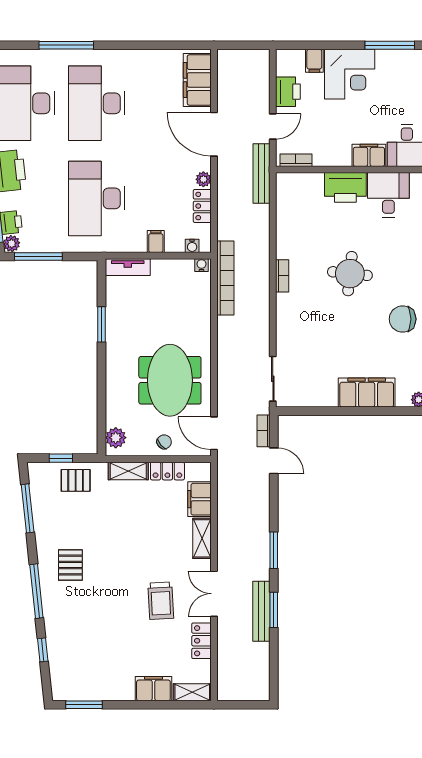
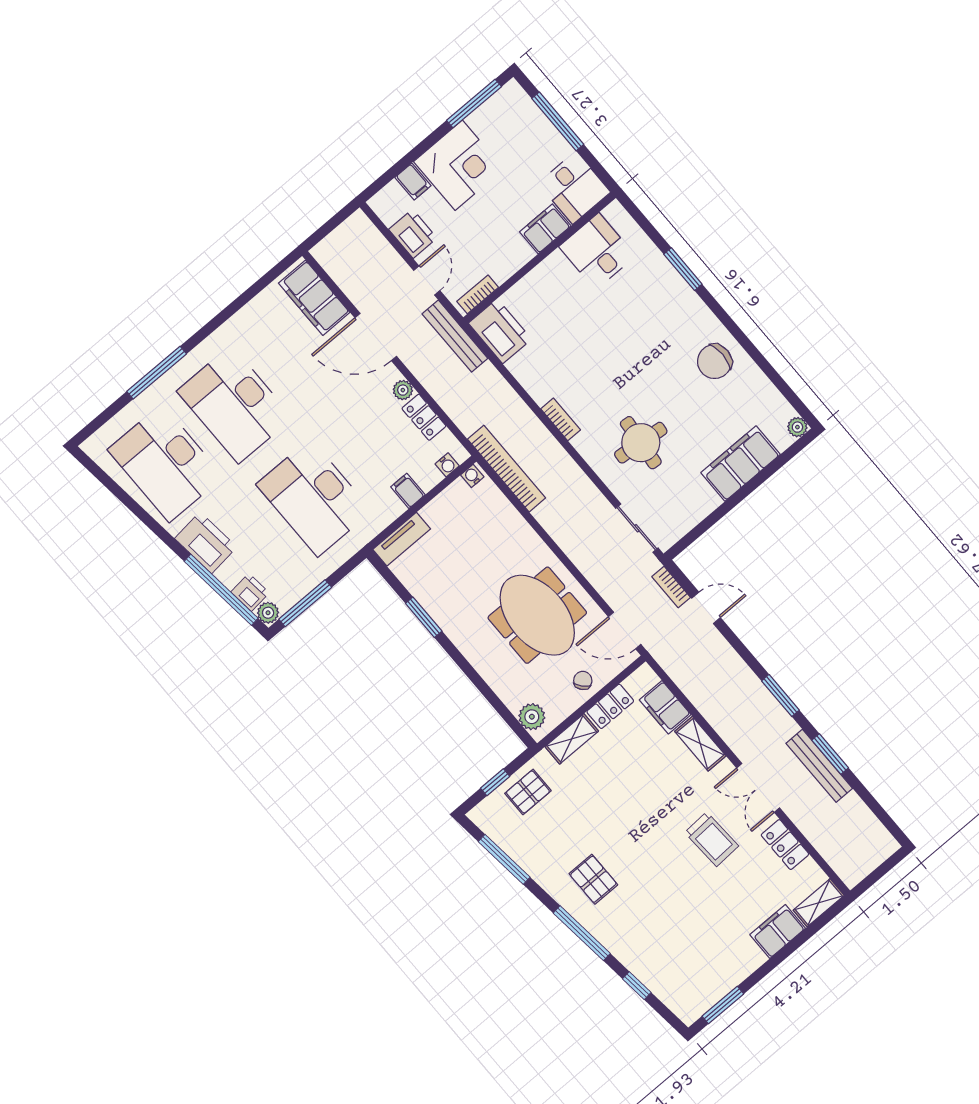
printer: (345, 187) -> (500, 331), moved, turned -90
round table: (350, 274) -> (641, 443), moved

